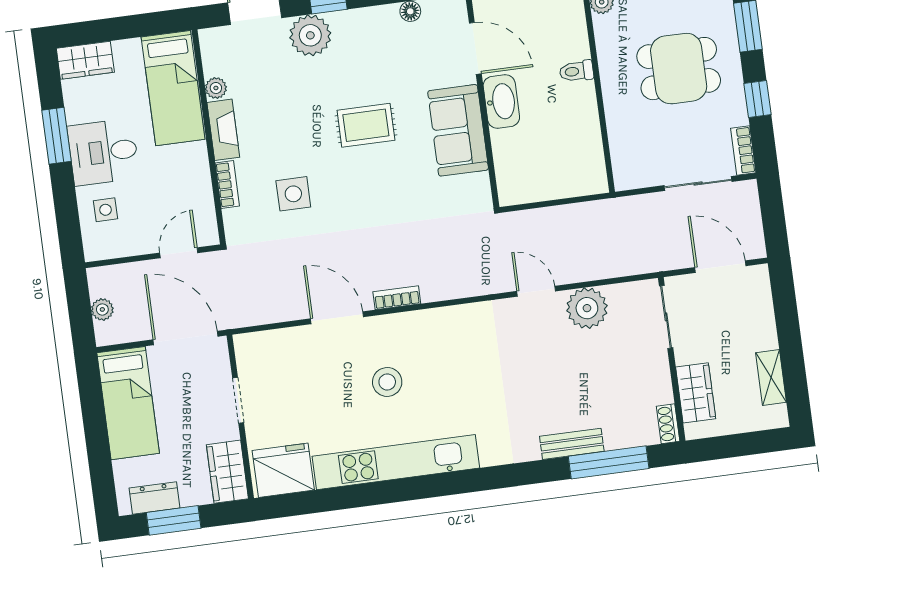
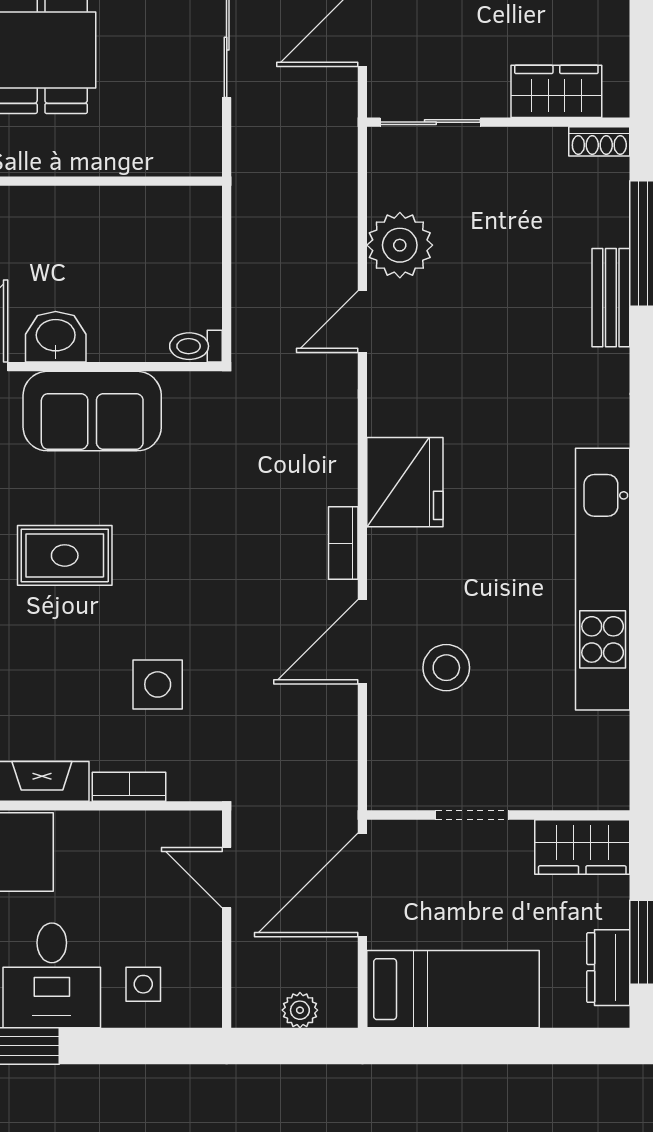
toilet: (576, 71) -> (196, 346), moved, turned 90
washbasin: (501, 101) -> (56, 337), width x0.72
rug: (366, 125) -> (65, 555), turned 90
stool: (387, 382) -> (446, 668), moved
fridge: (283, 470) -> (405, 482), moved, turned 180

